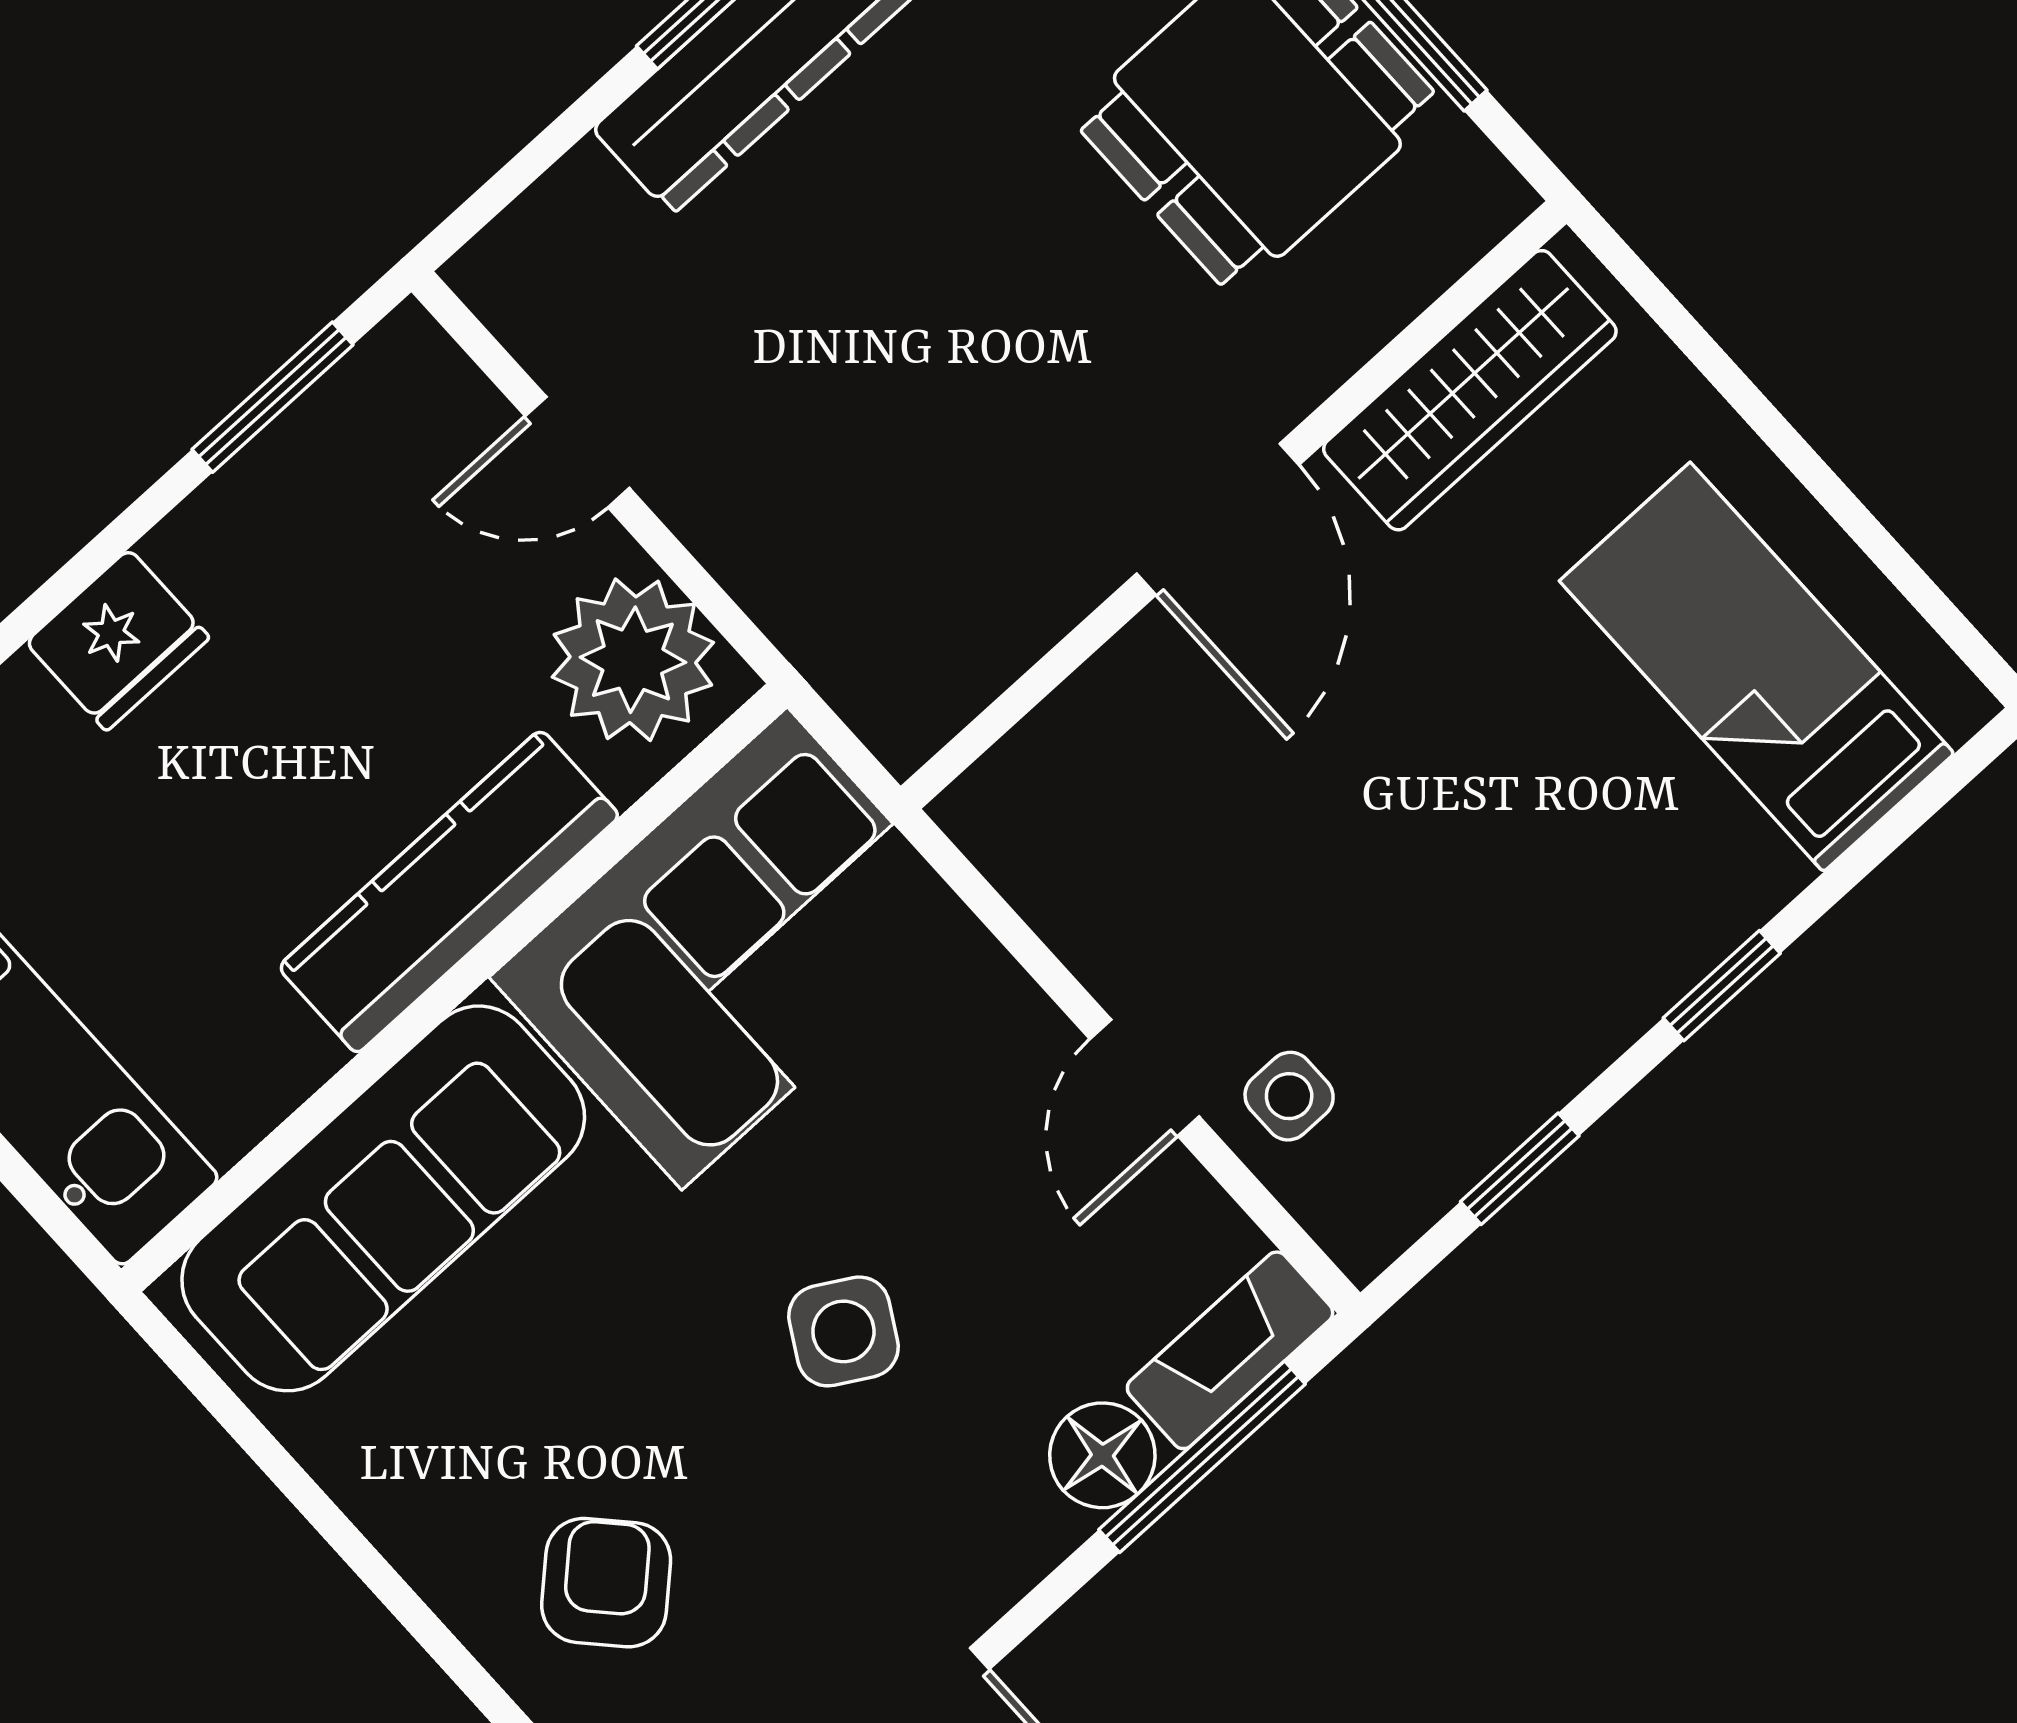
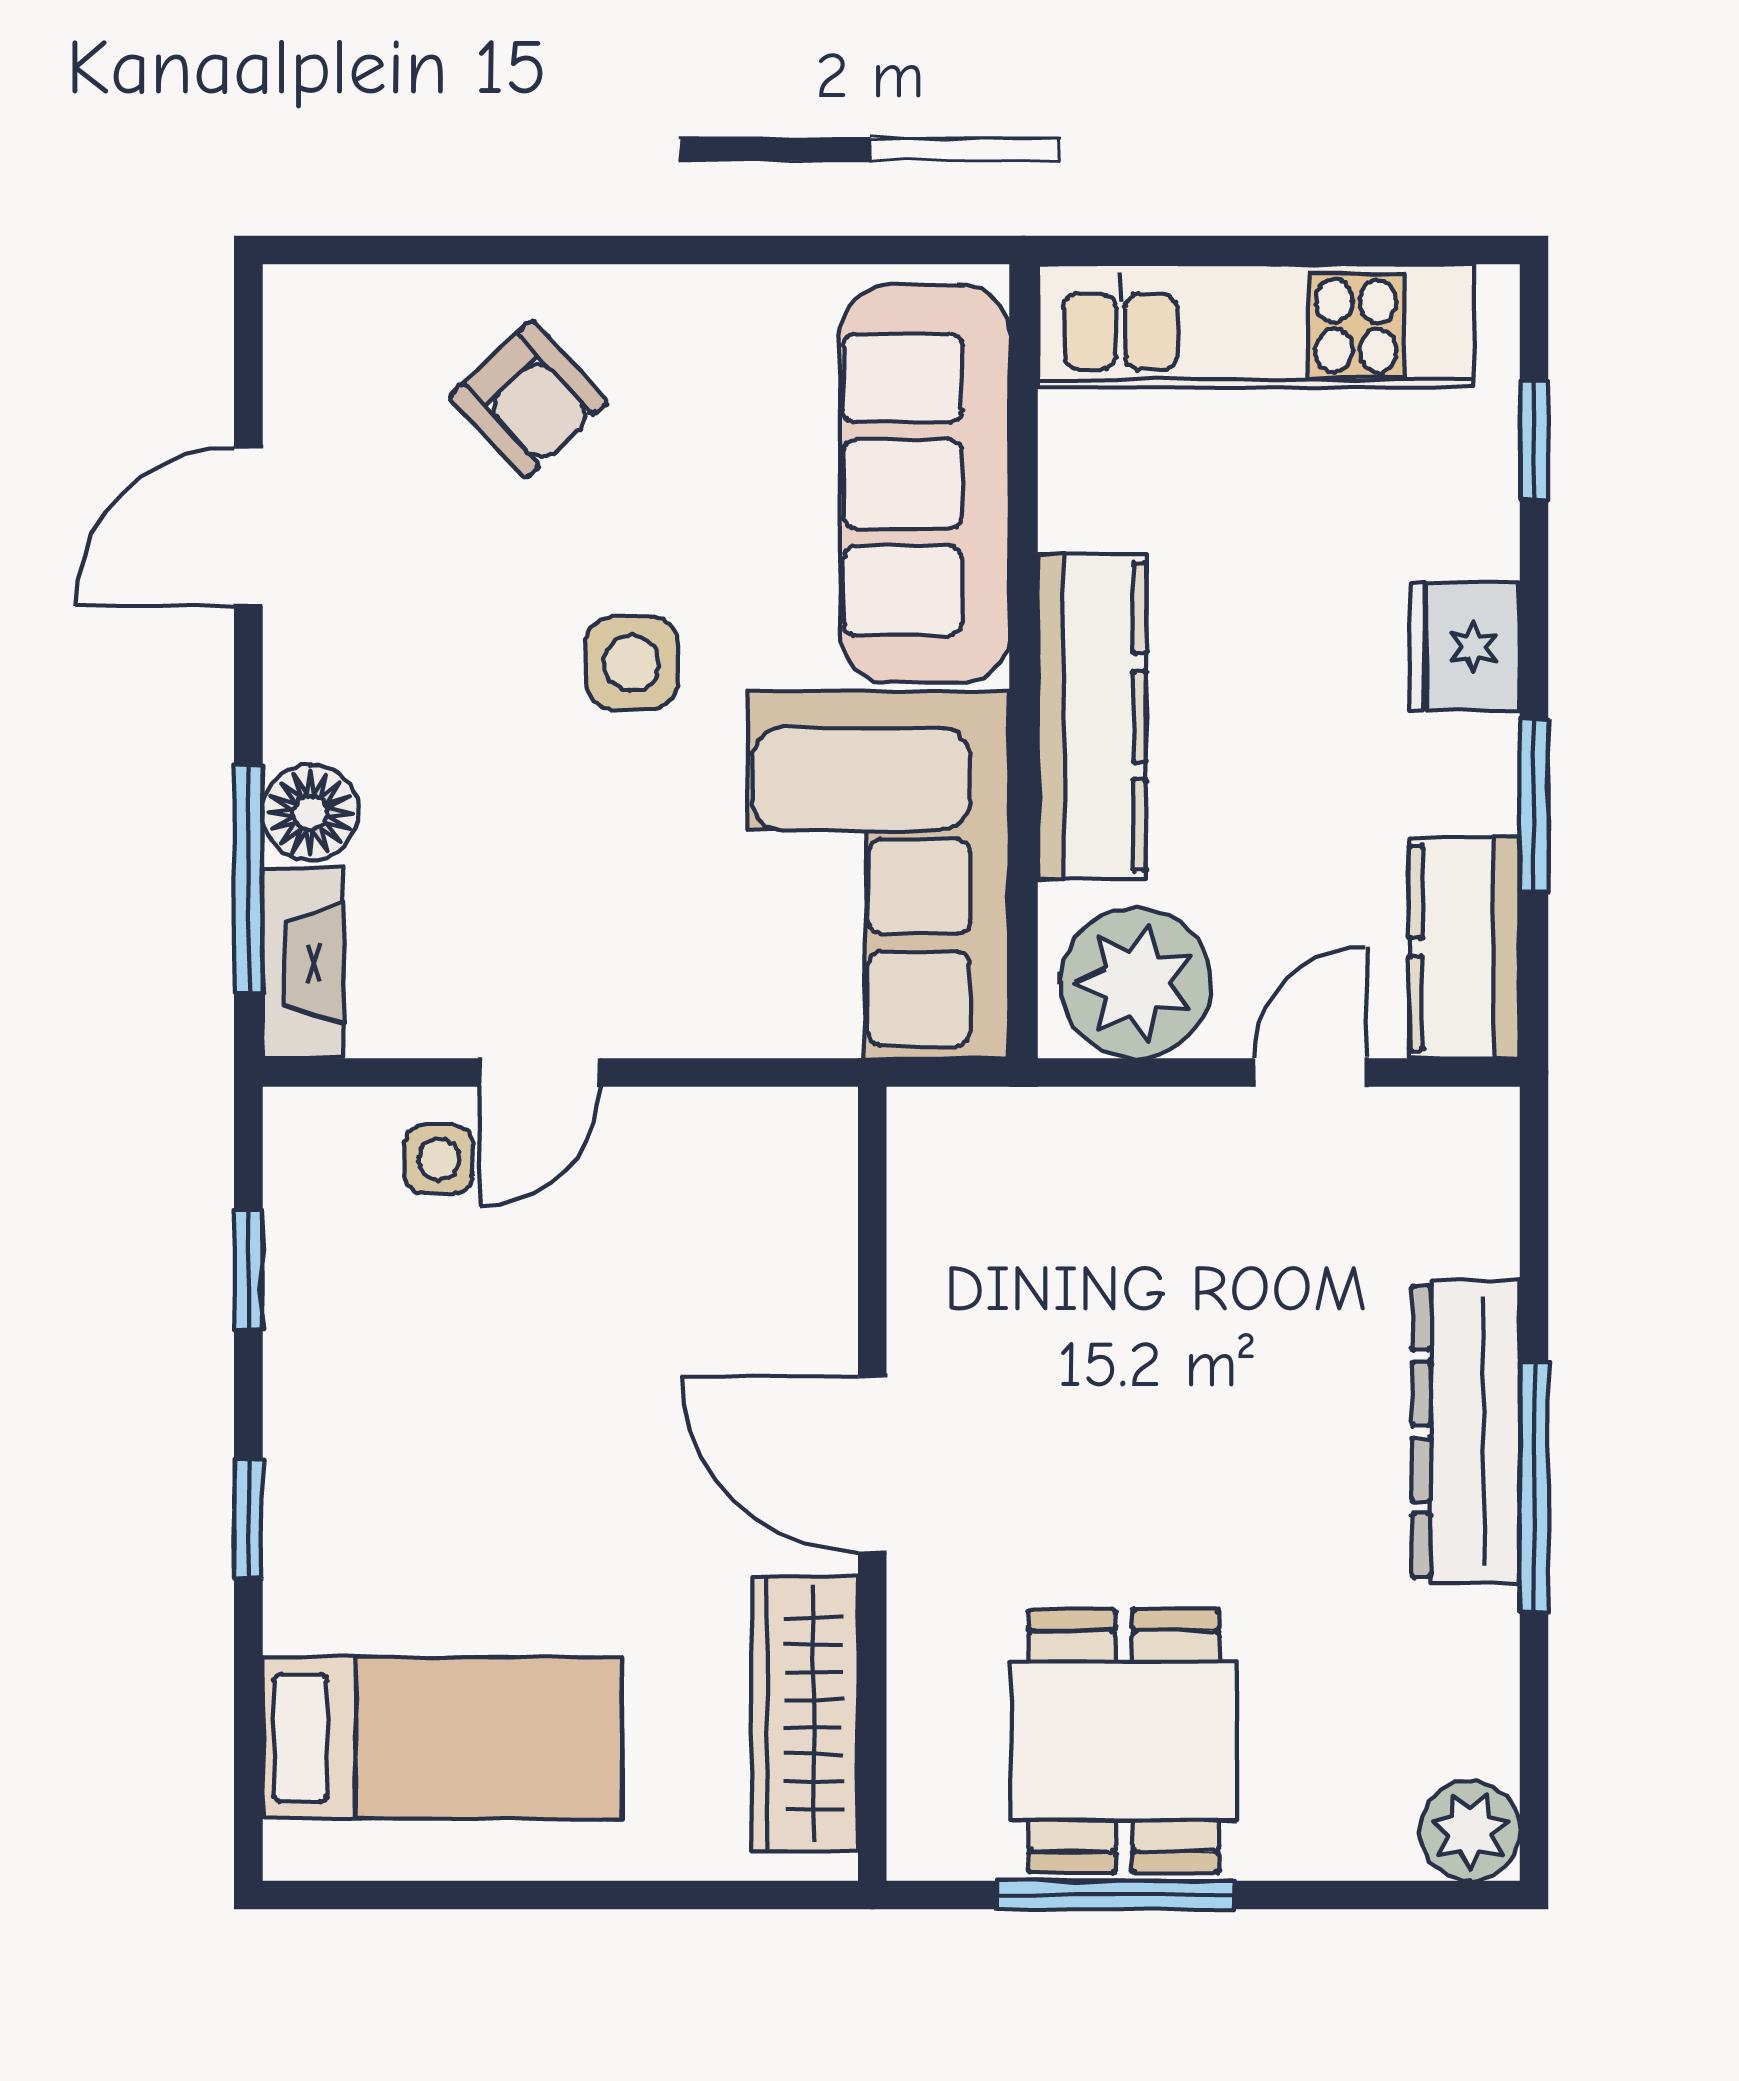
window: (272, 397) -> (1534, 805), moved
kitchen counter: (362, 419) -> (1464, 947), added
door: (1145, 1078) -> (540, 1072), swing flipped
side table: (843, 1331) -> (632, 663), moved, turned -30

